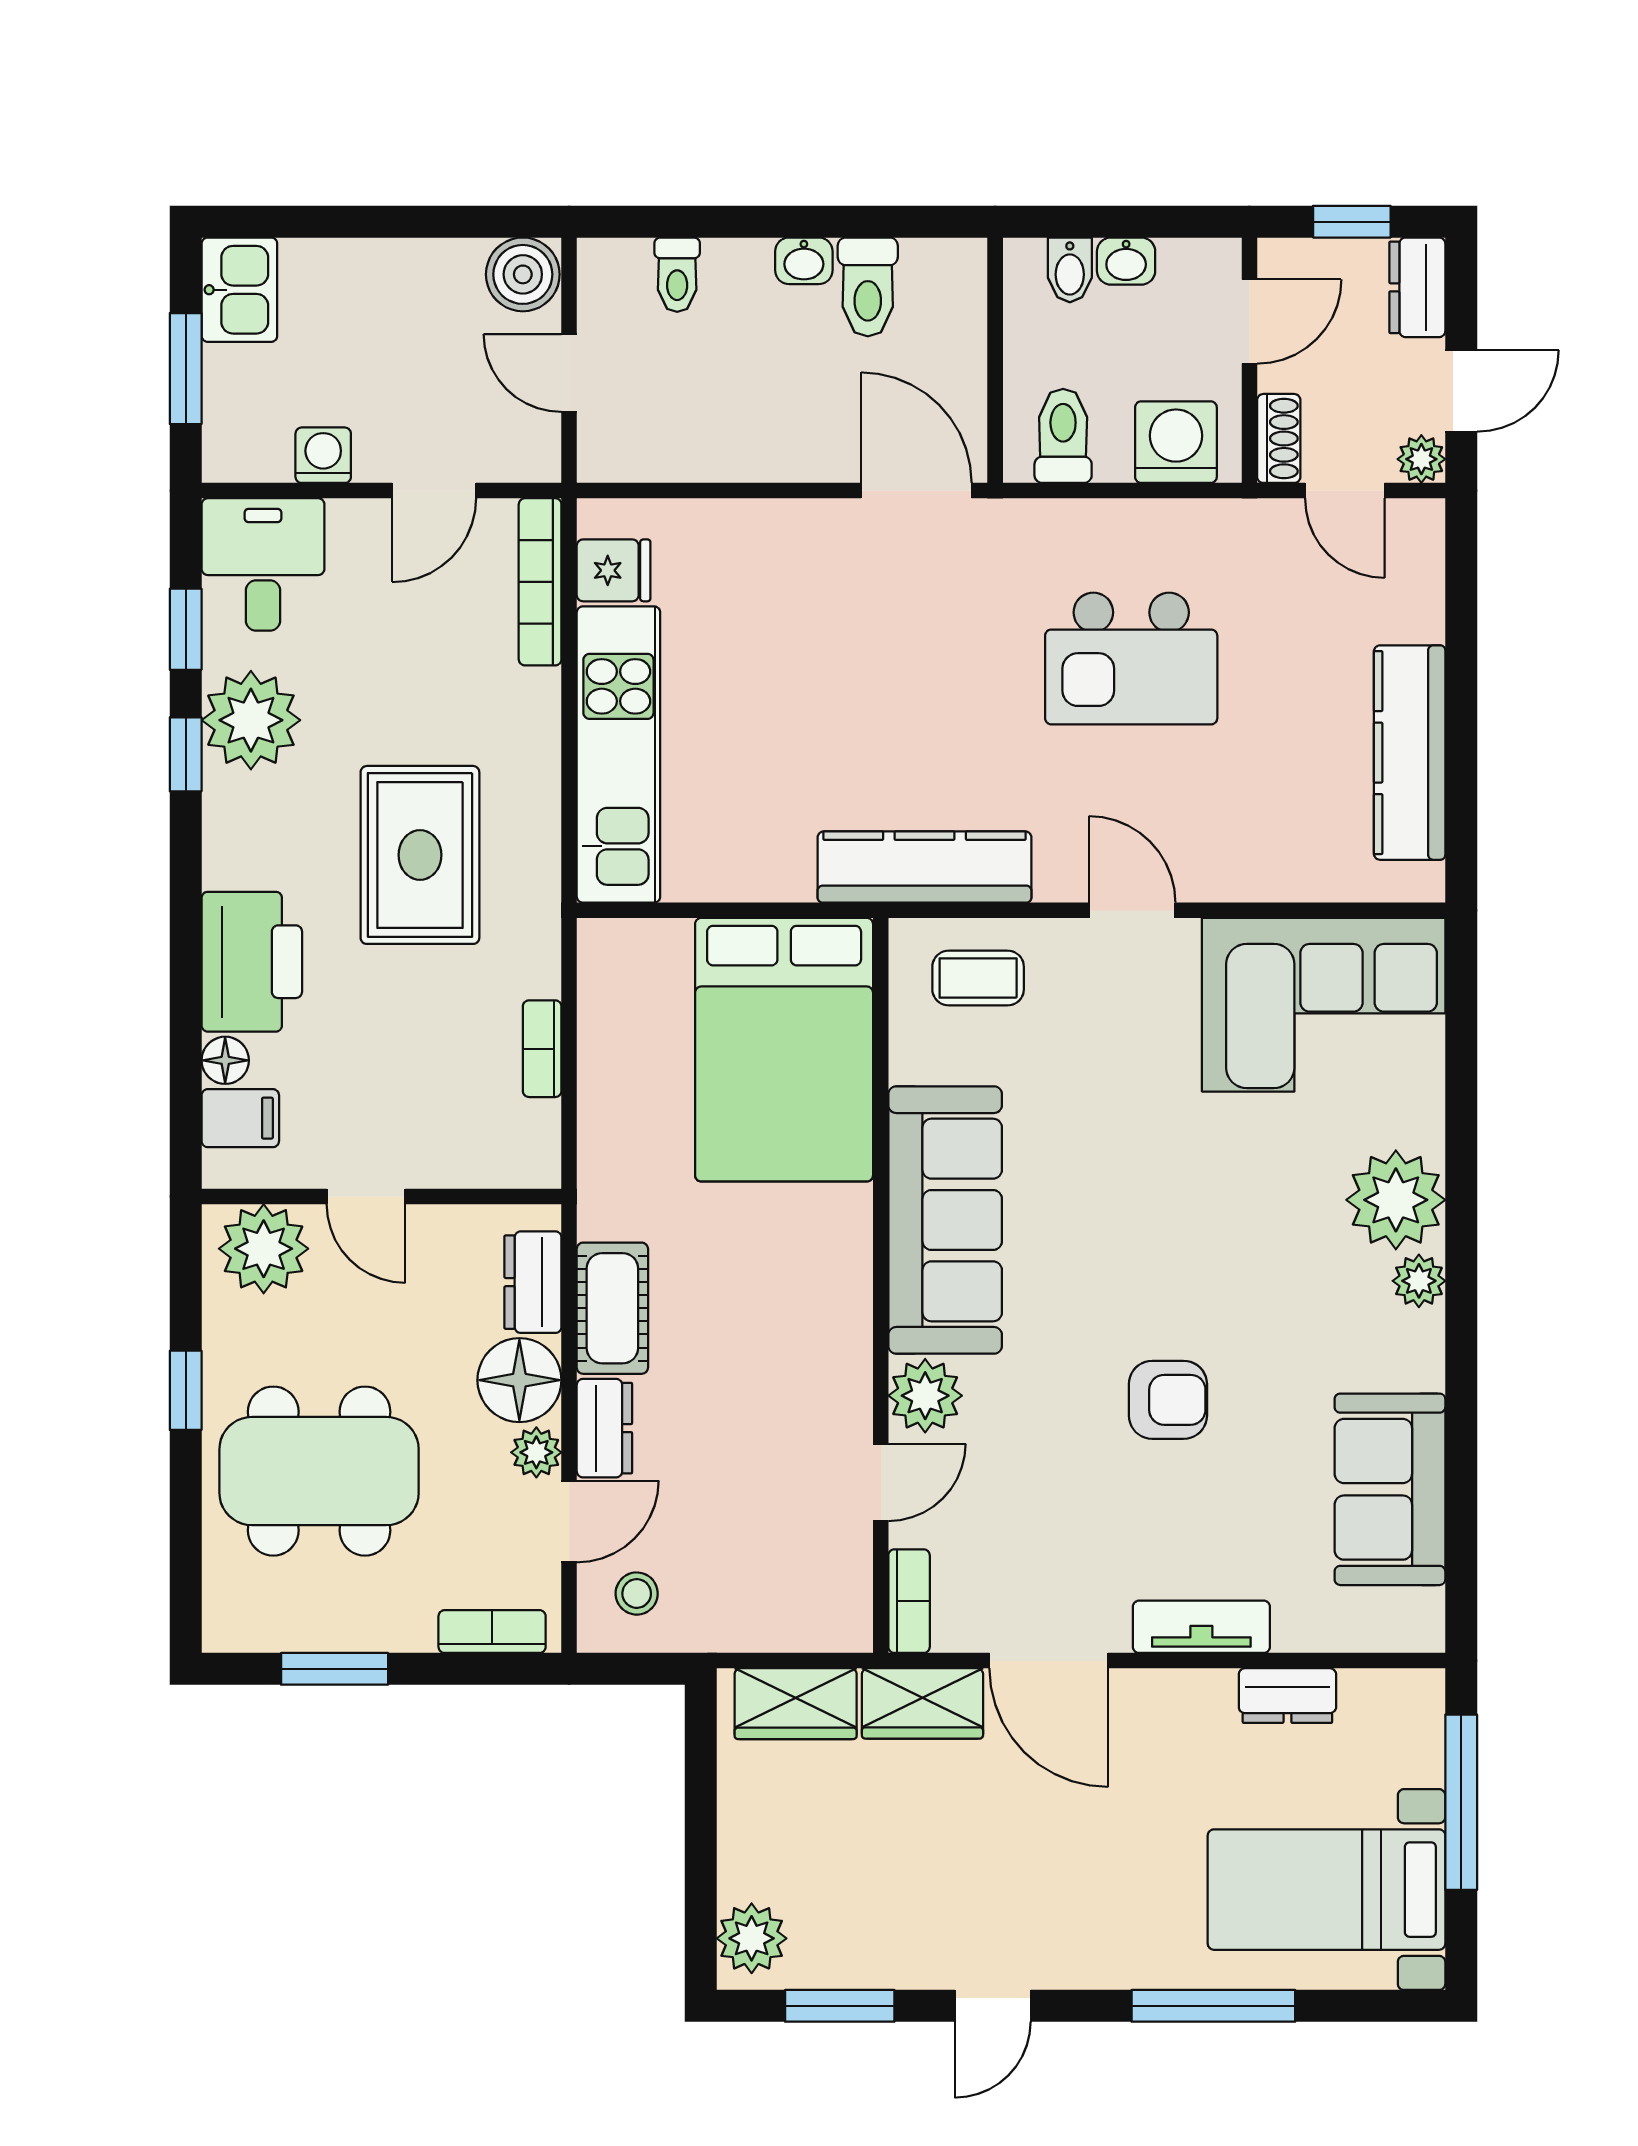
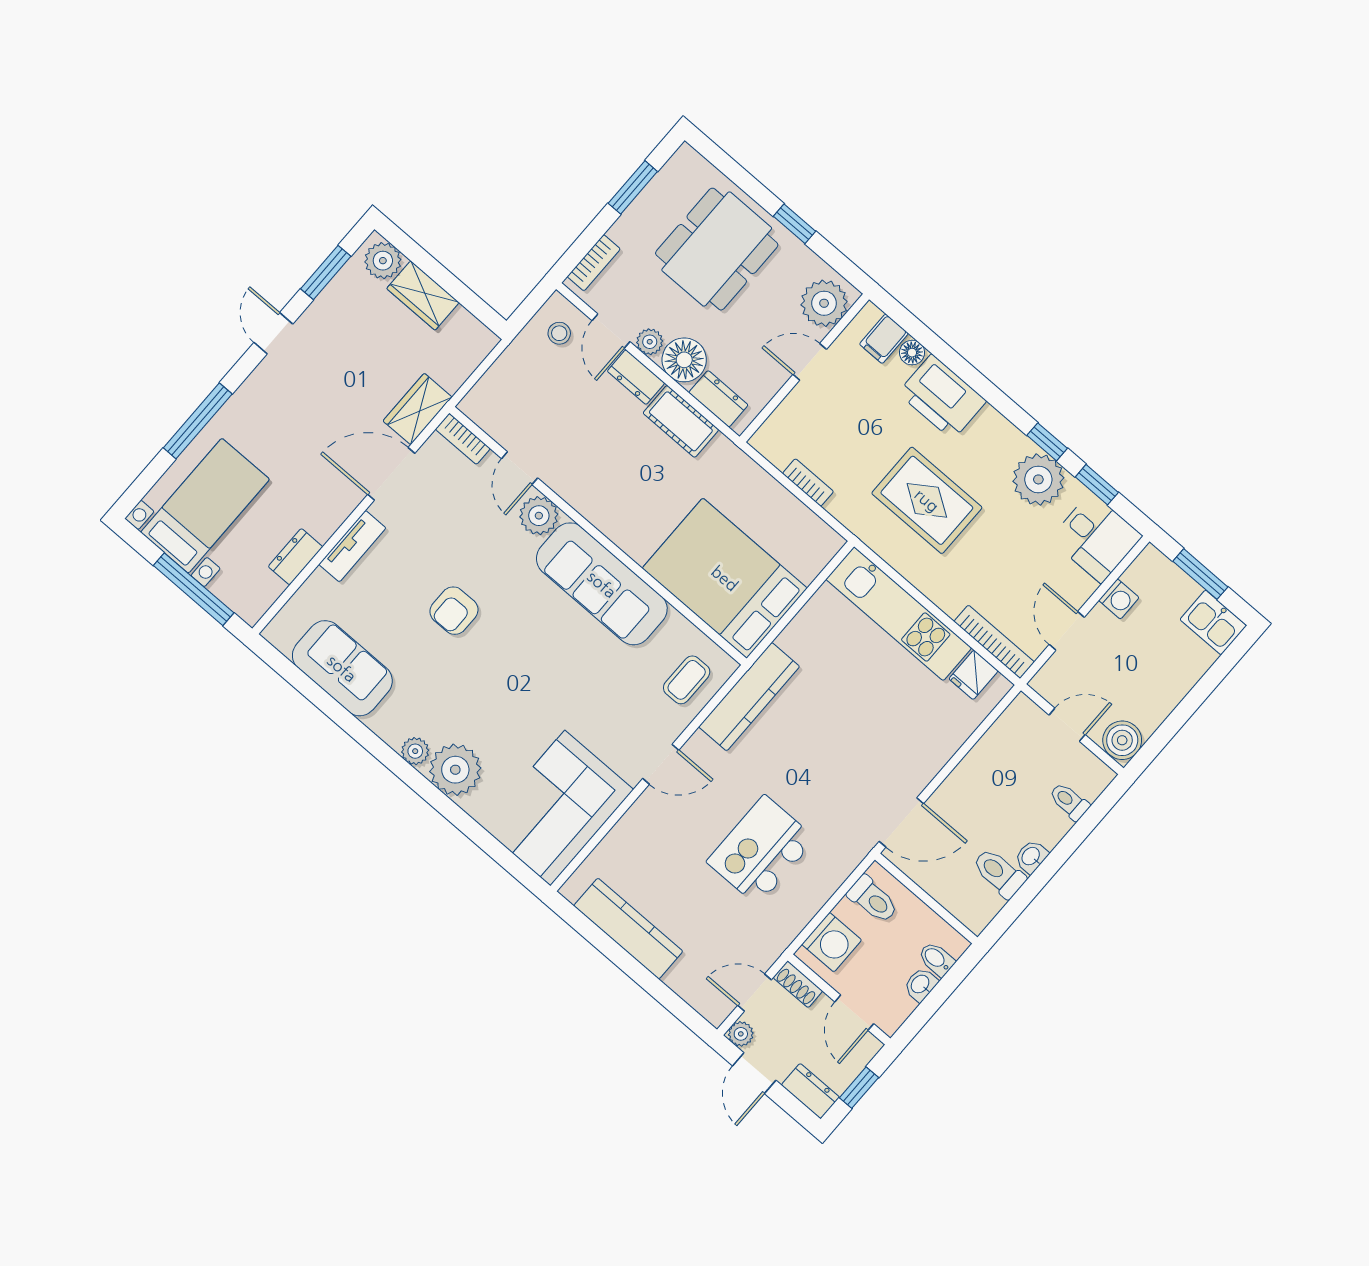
wardrobe: (796, 1704) -> (423, 296), moved, turned -90

